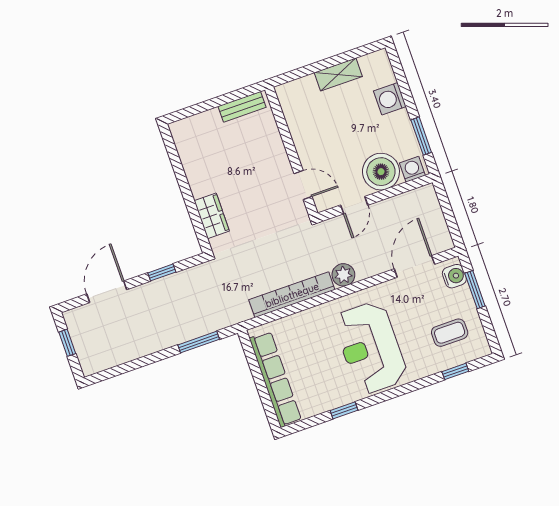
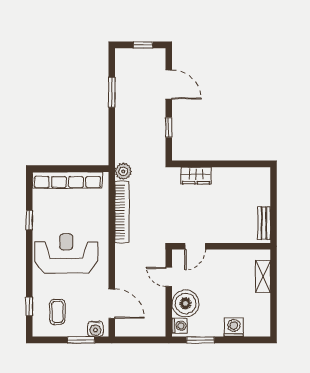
shelving: (338, 75) -> (263, 277), moved
plant: (343, 275) -> (123, 171), moved
window: (199, 342) -> (112, 92), moved

